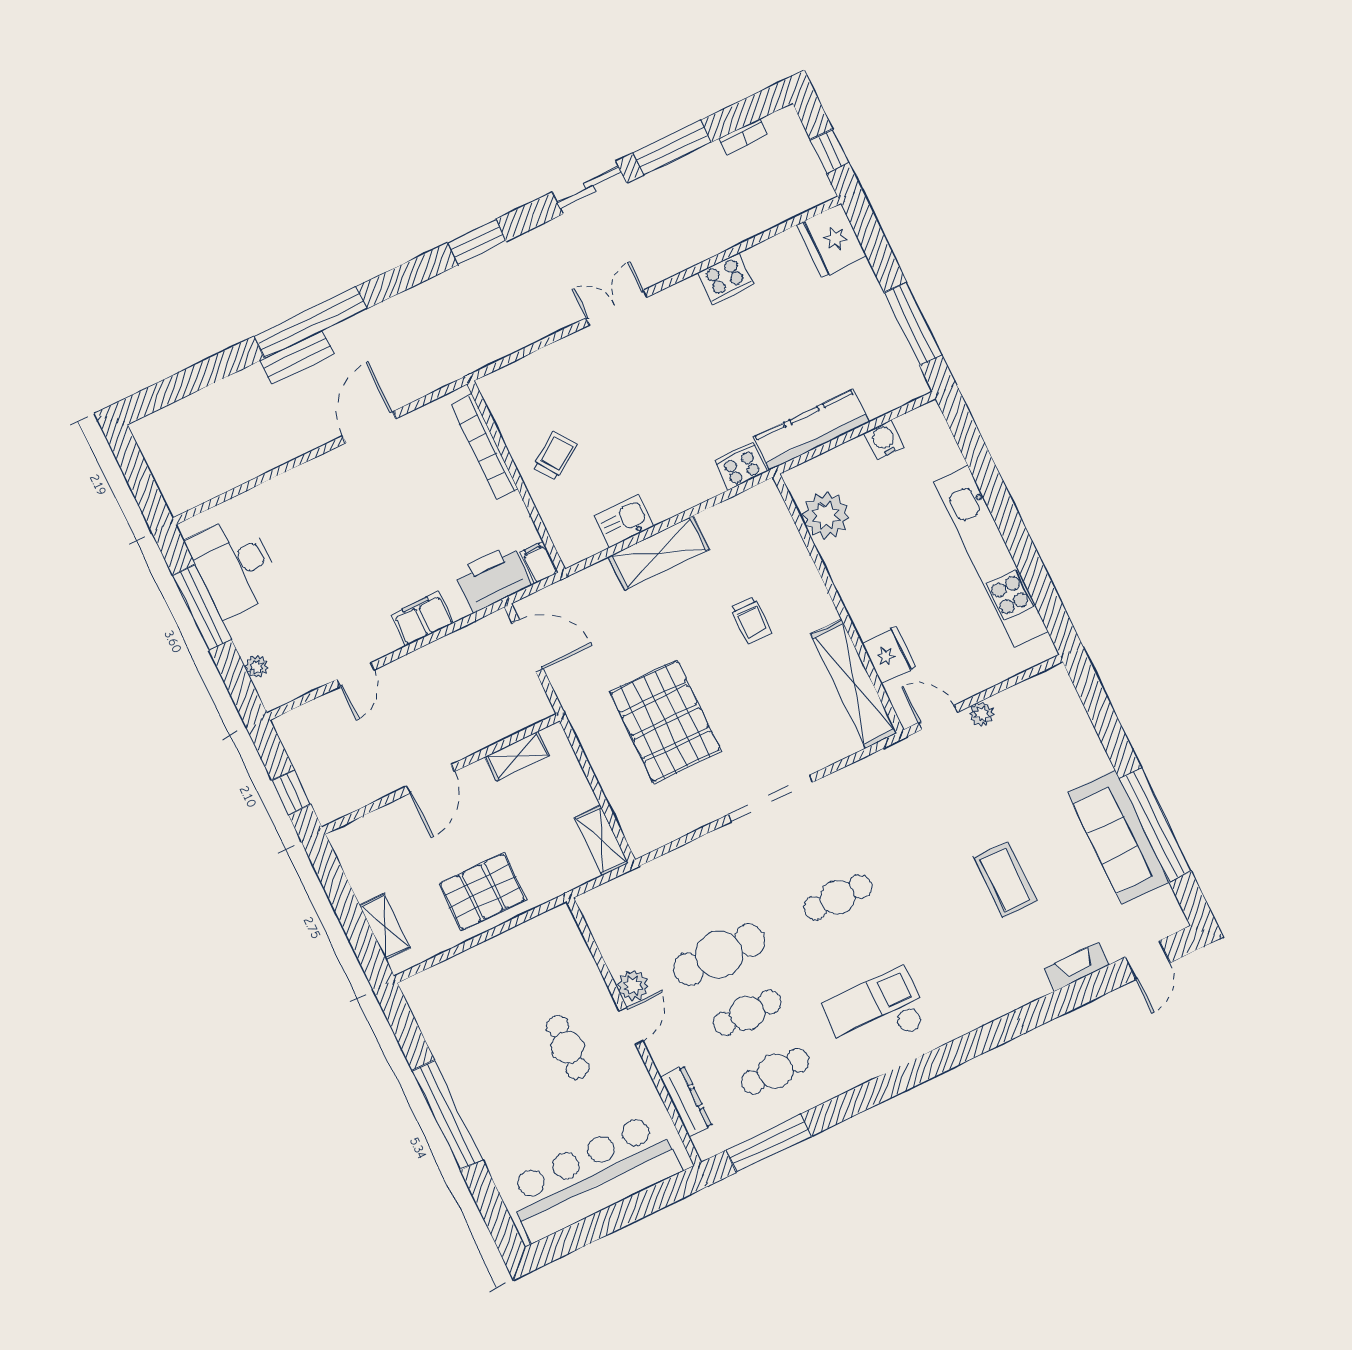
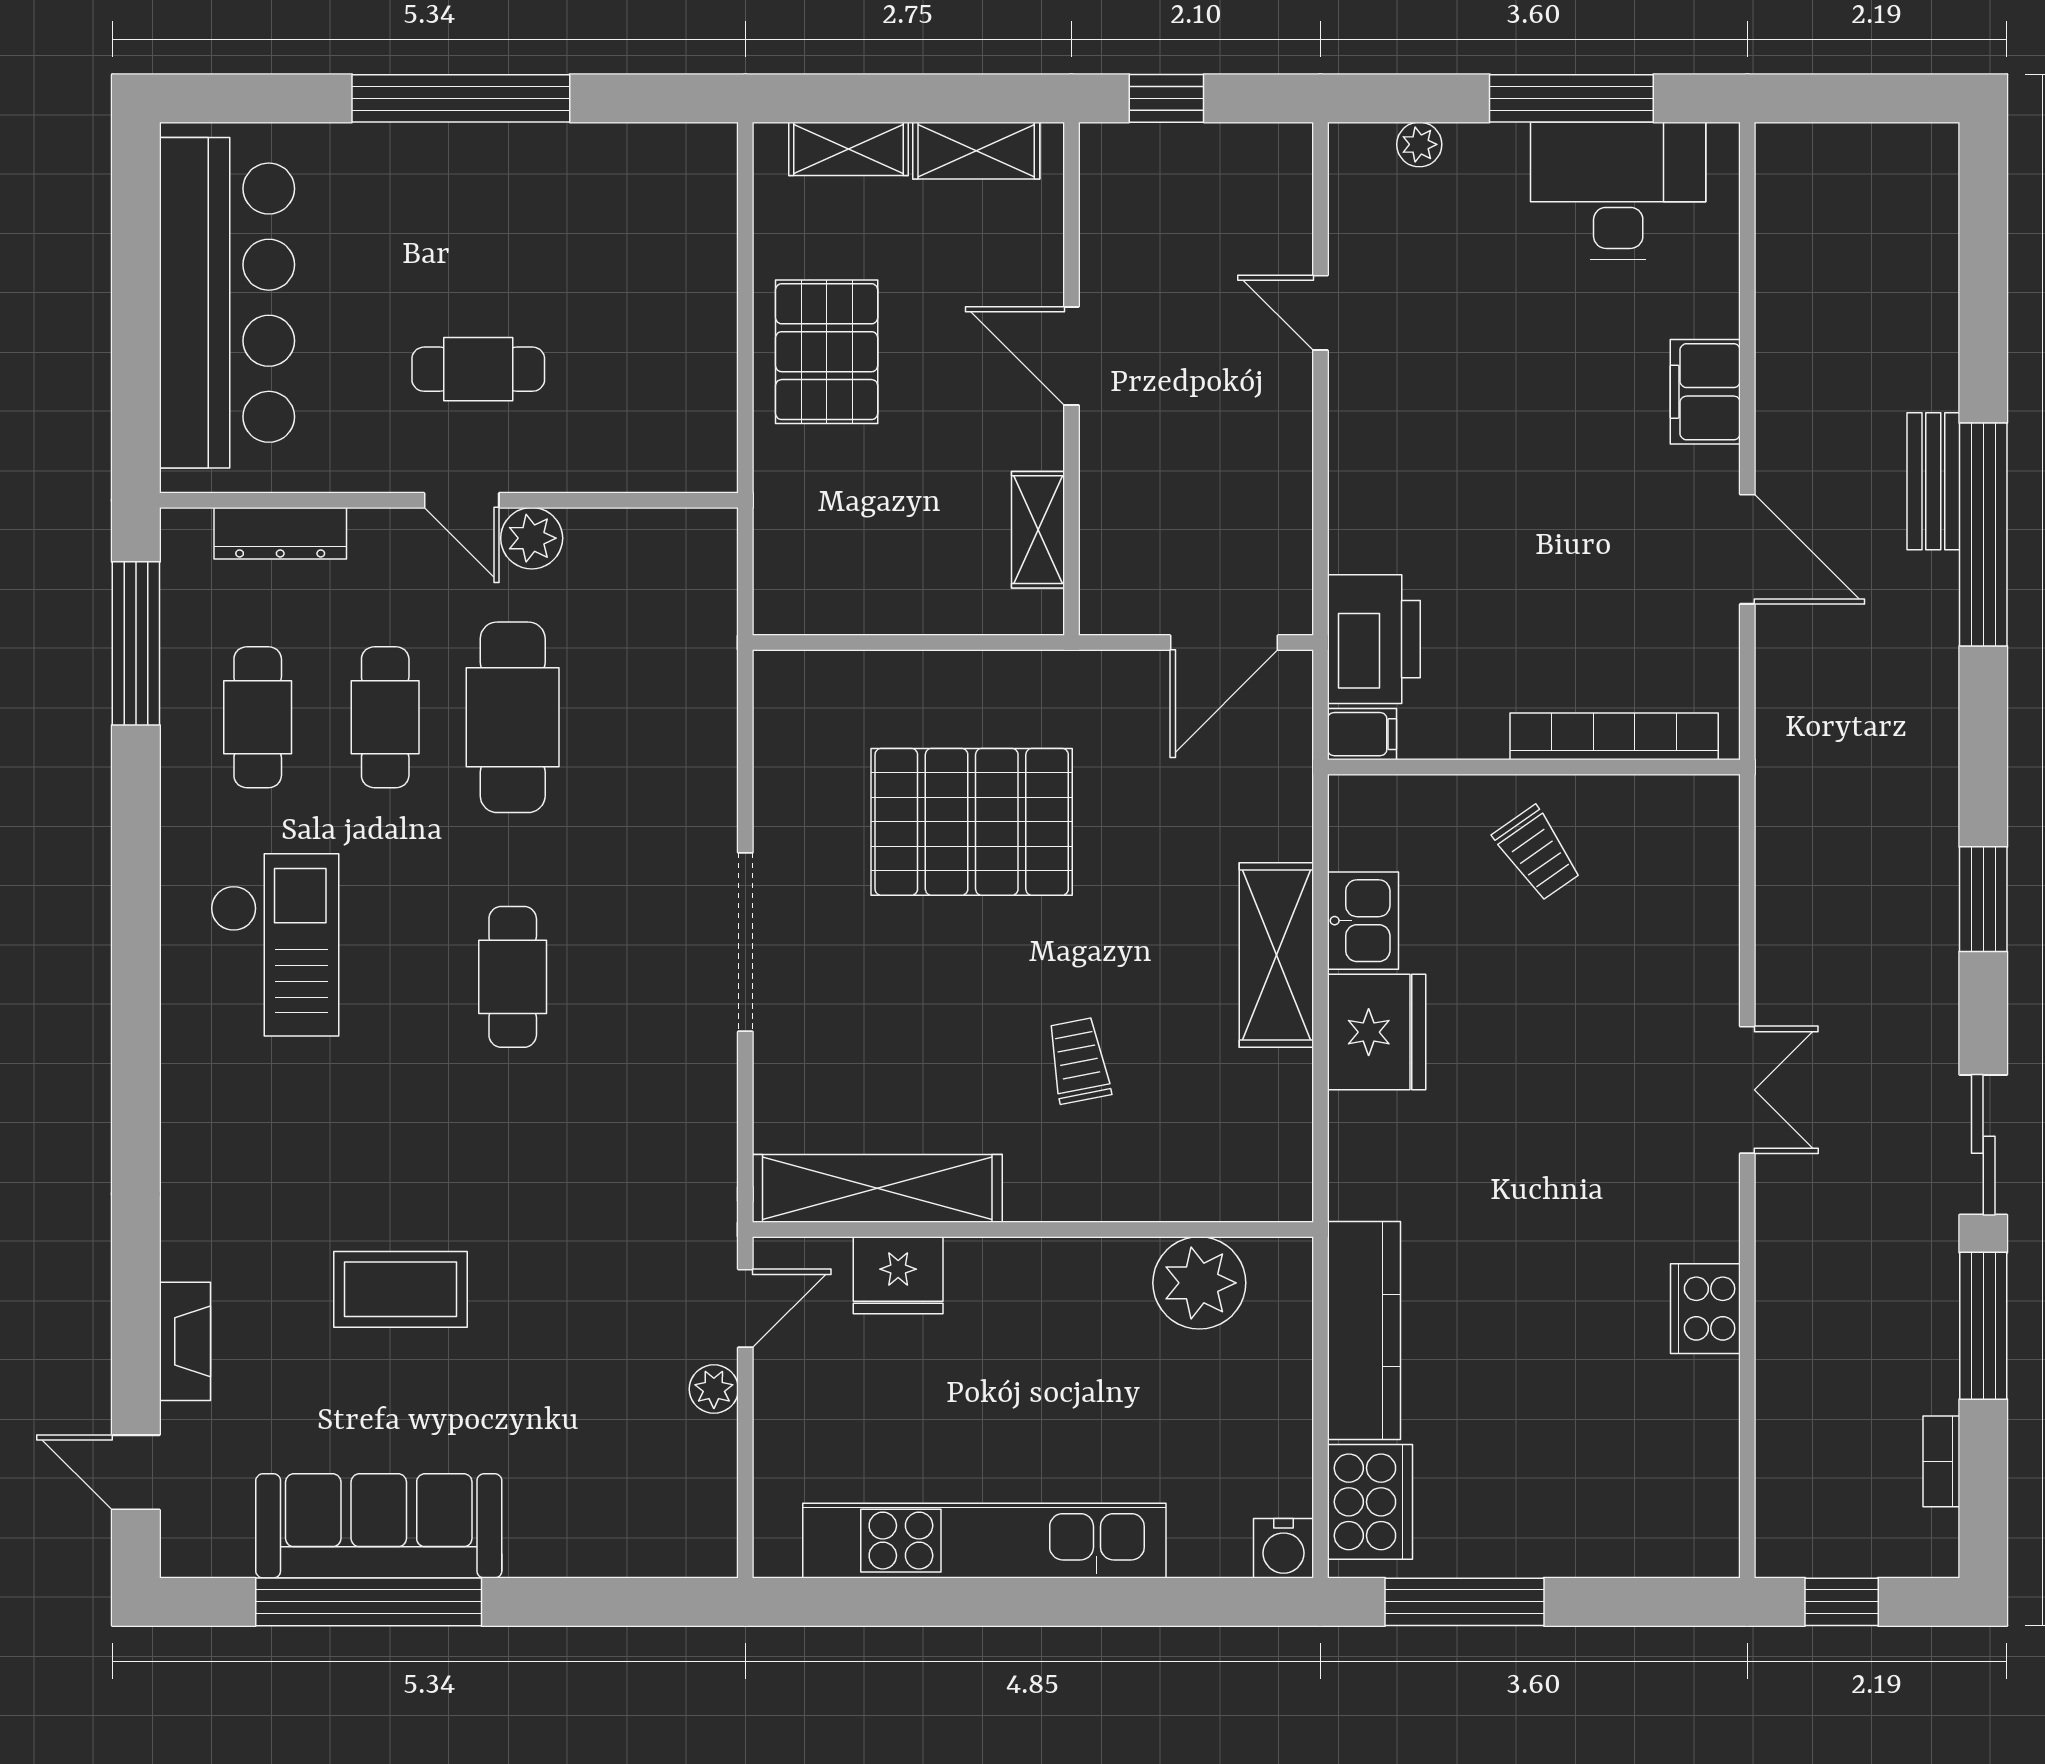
fridge: (832, 240) -> (1377, 1032), moved, turned 90
water cooler: (884, 440) -> (1283, 1548), moved, turned 90
cooker: (741, 466) -> (1370, 1502), moved, width x1.37, depth x1.31
filing cabinet: (422, 619) -> (1705, 392), moved, turned 180
trolley: (751, 620) -> (1079, 1061), turned 79
shelving: (602, 840) -> (976, 151), moved

